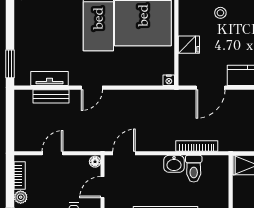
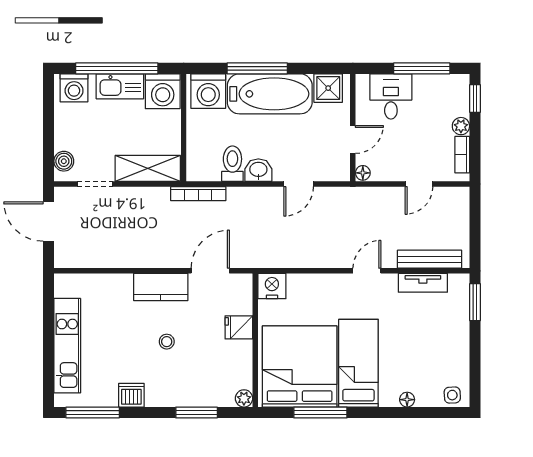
stool: (220, 13) -> (167, 342), moved
nightstand: (169, 80) -> (272, 286), width x1.89, depth x1.79
bench: (51, 96) -> (430, 259), width x1.36
bookcase: (197, 146) -> (198, 194), moved
door: (124, 153) -> (299, 184), moved

